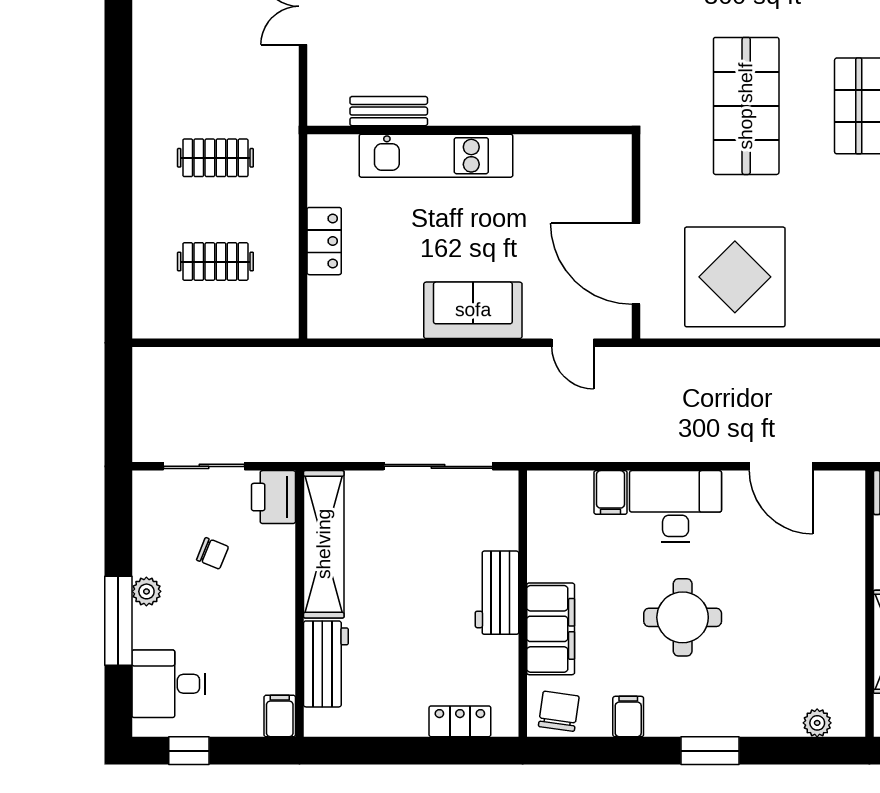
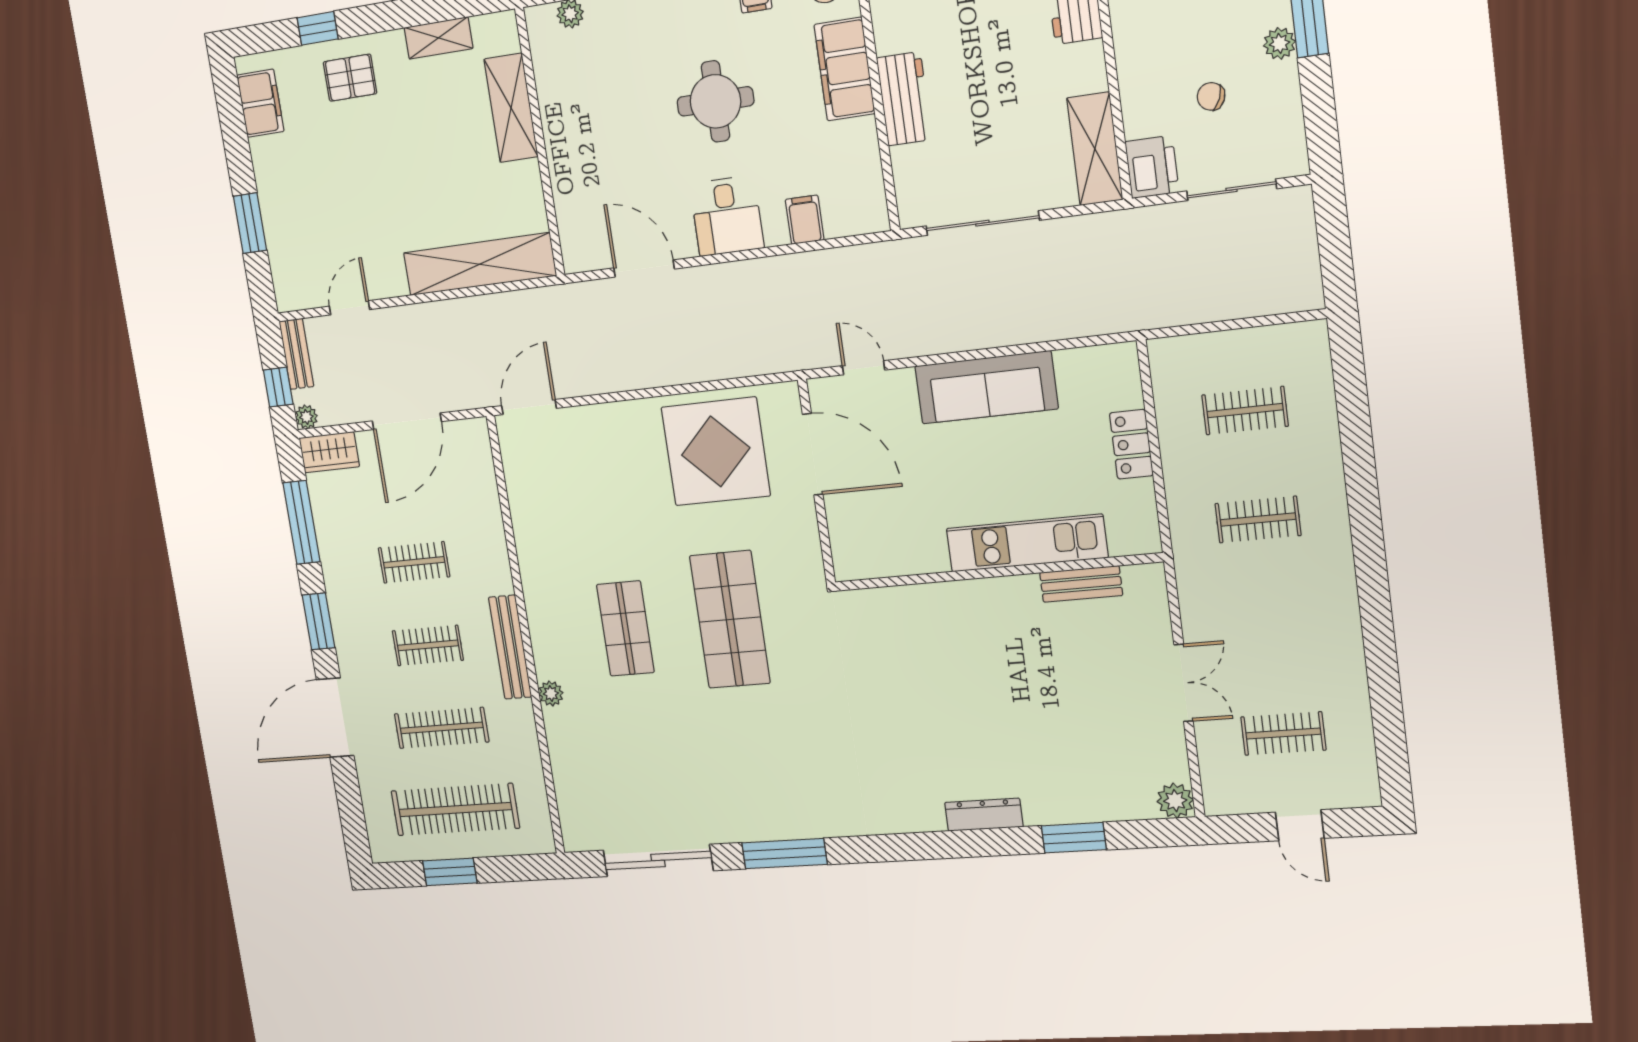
sofa: (473, 310) -> (986, 387), width x1.36
desk: (676, 506) -> (727, 216), width x0.73
shelving: (324, 544) -> (1095, 149), width x0.68

